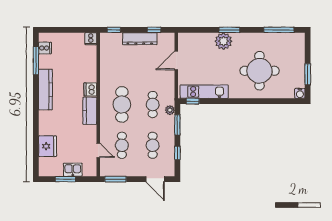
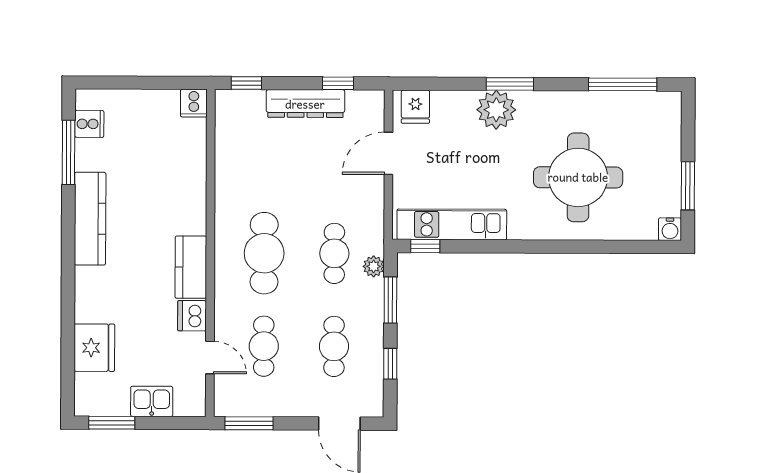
fridge: (188, 40) -> (415, 107), added
dishwasher: (90, 89) -> (192, 316), moved
window: (65, 179) -> (112, 423), moved

